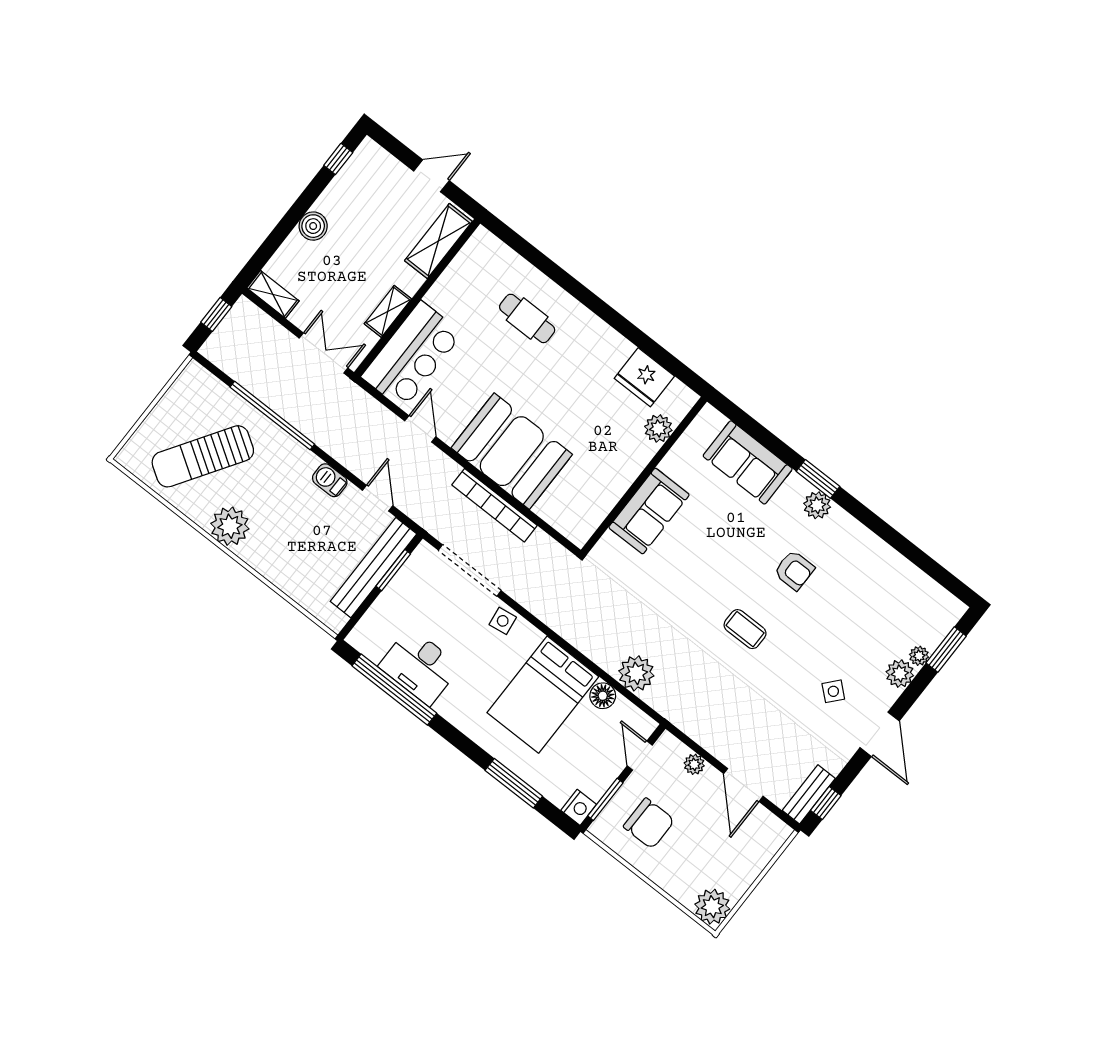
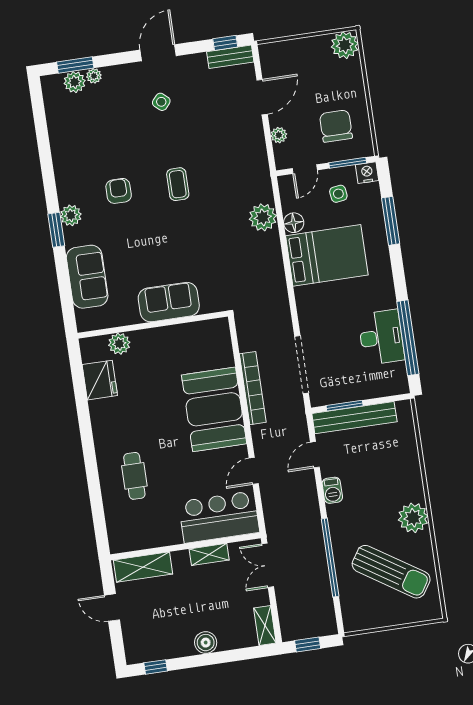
side table: (503, 621) -> (338, 194), moved
plant: (900, 674) -> (75, 82), moved

